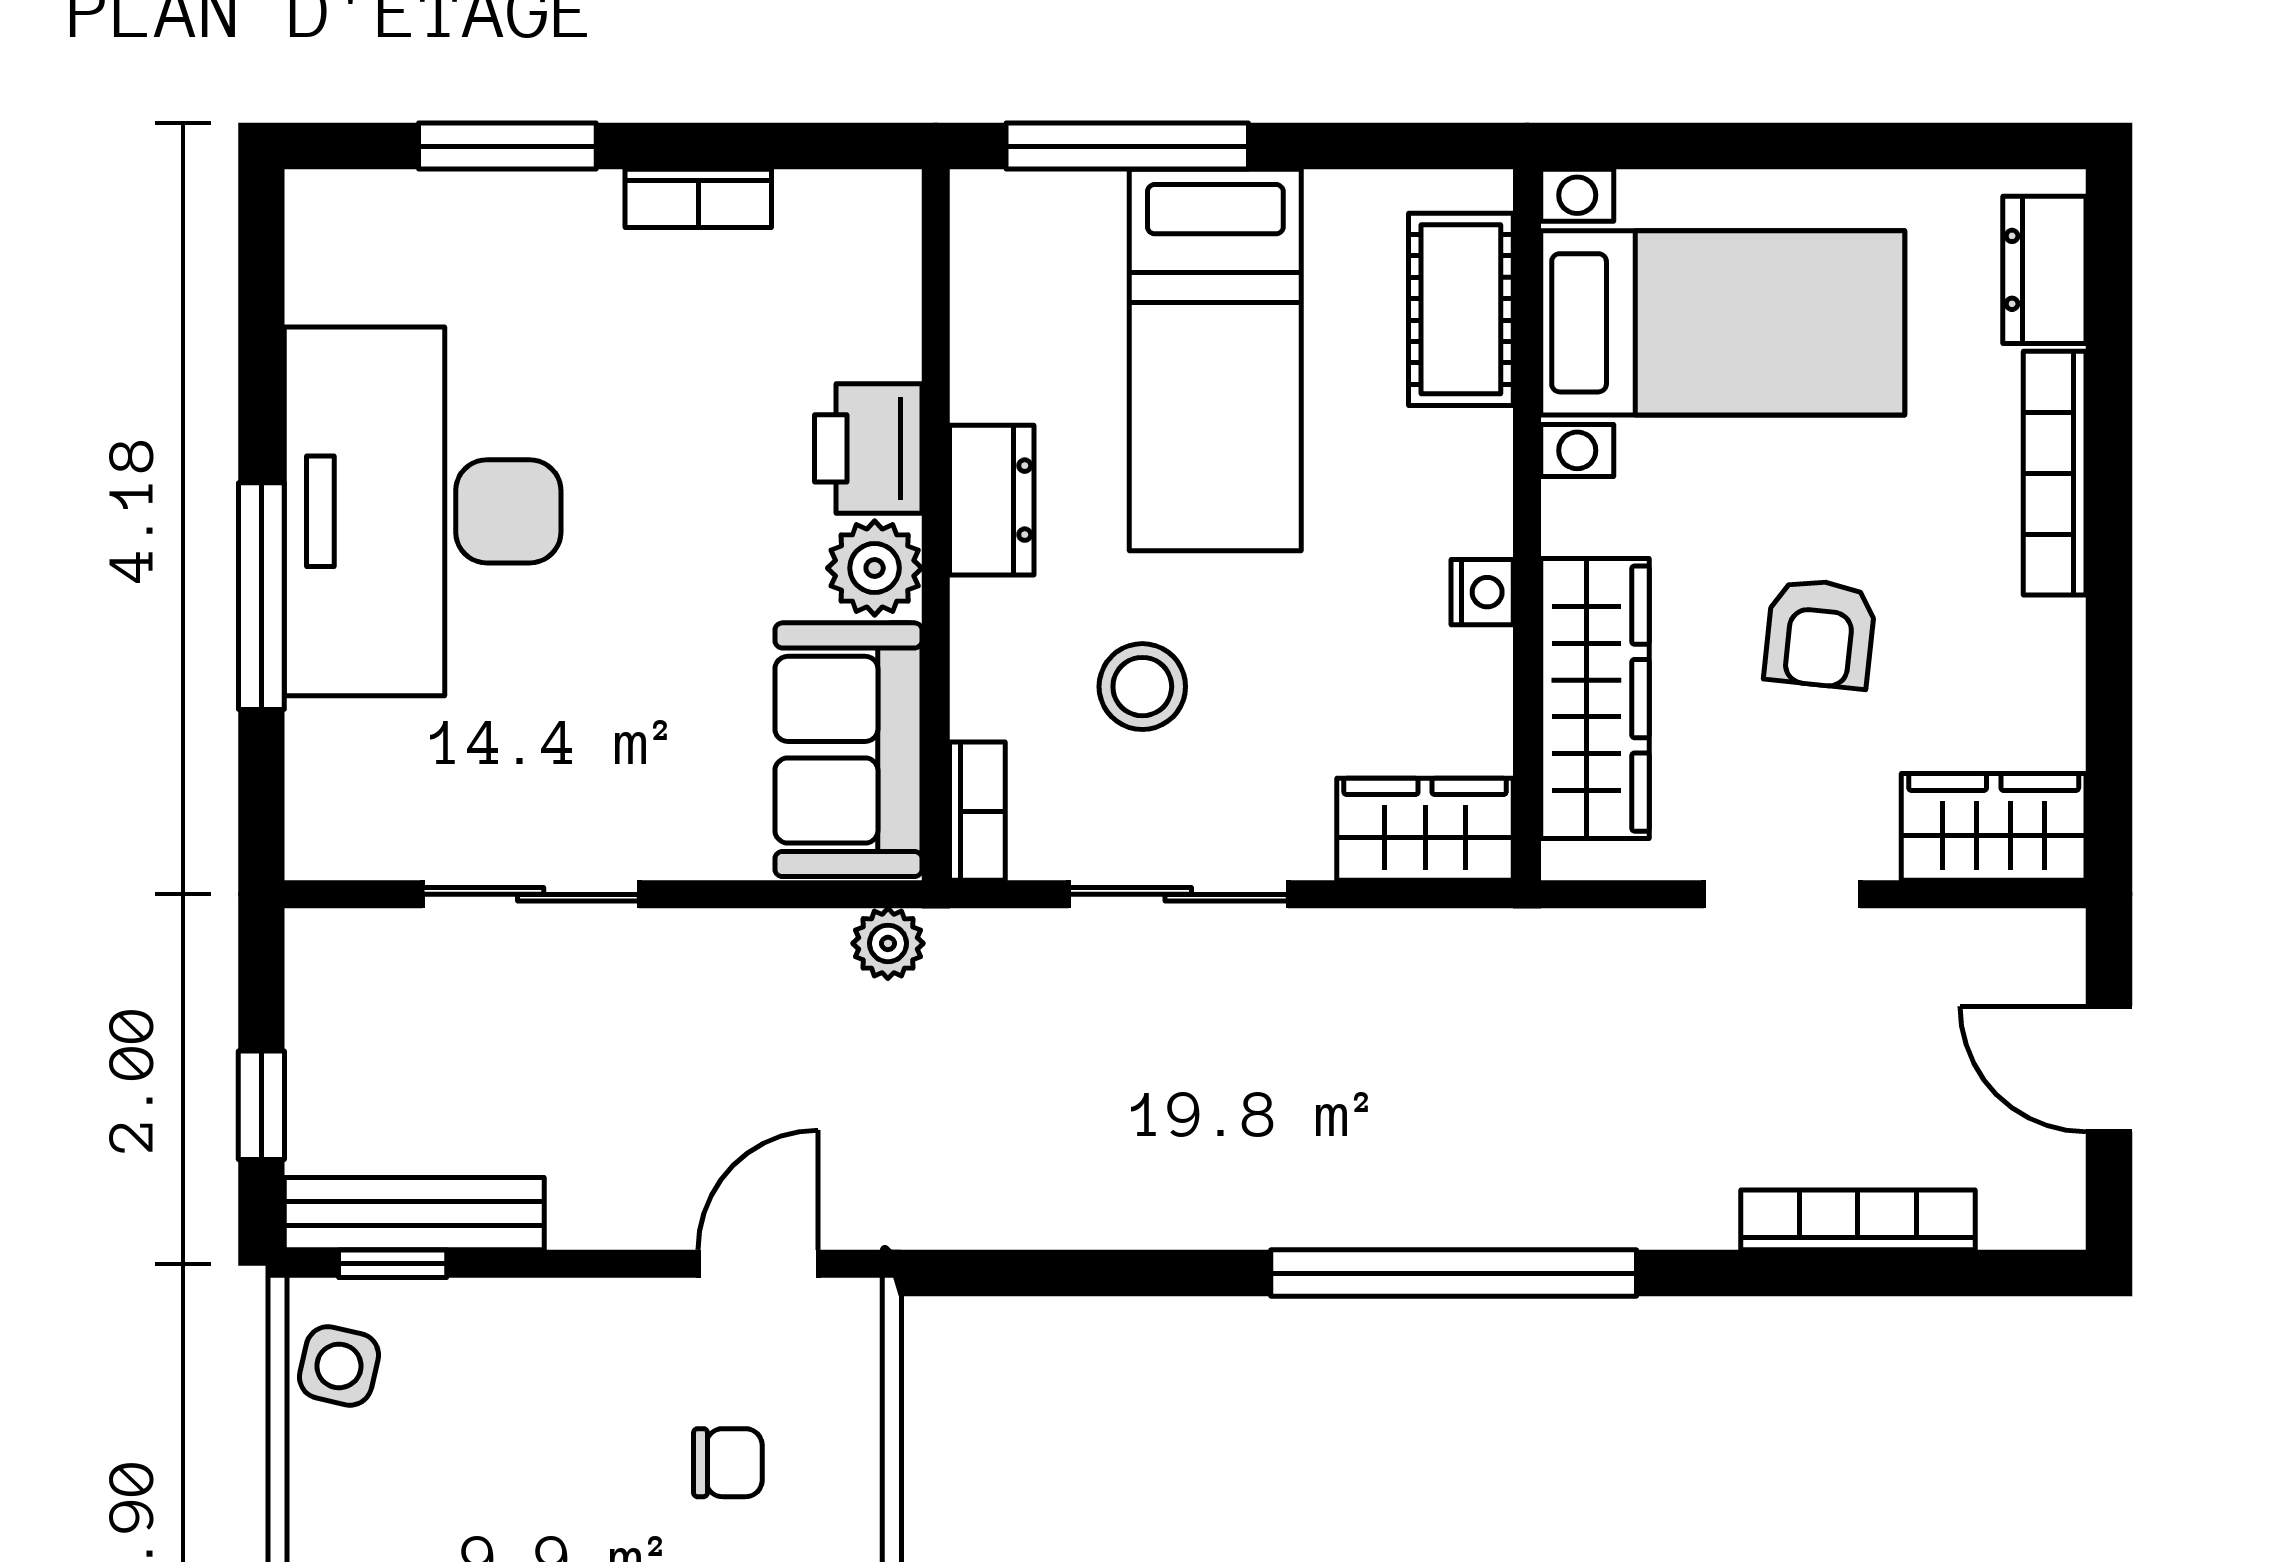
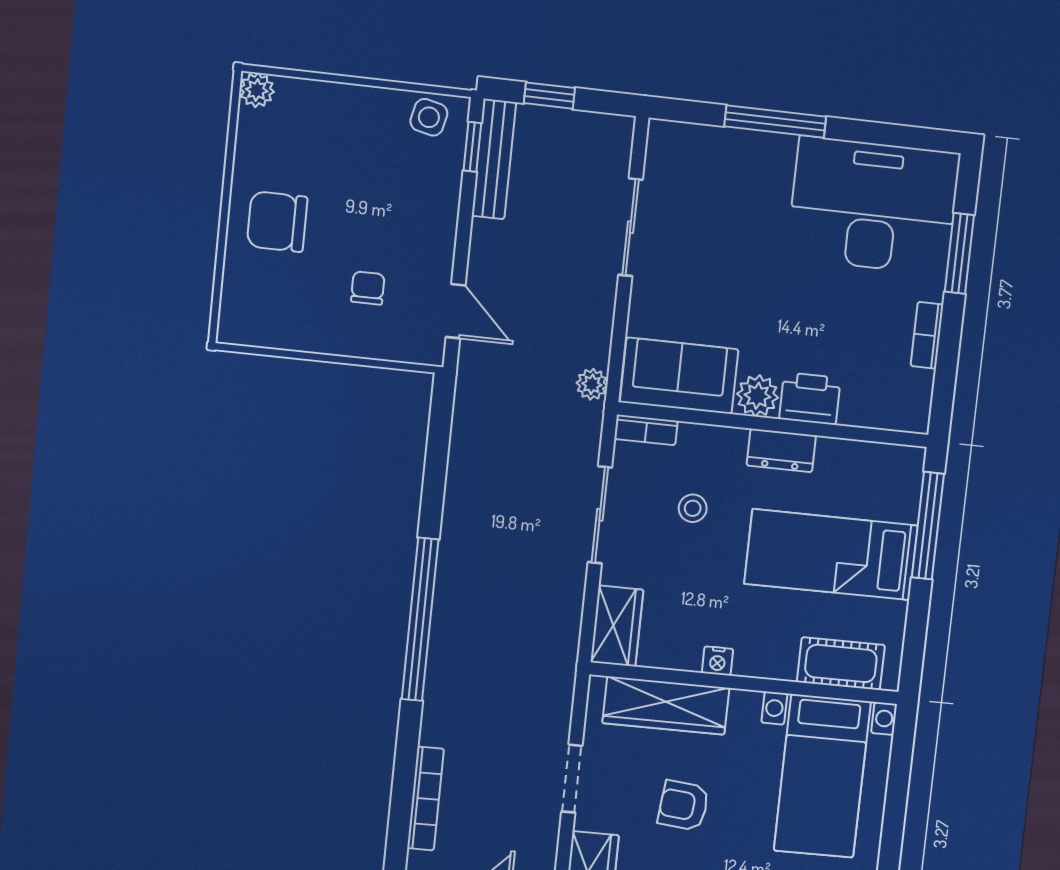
desk: (423, 511) -> (873, 206), moved
stool: (1142, 687) -> (693, 508), width x0.73, depth x0.73
chair: (728, 1463) -> (368, 288), turned 180

